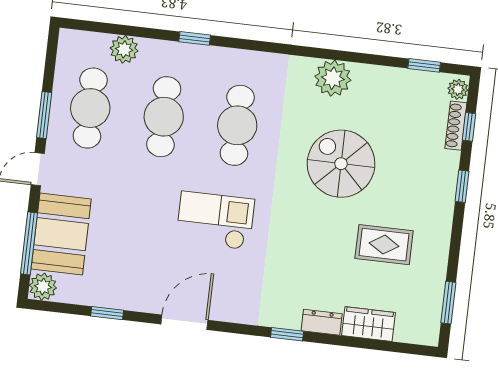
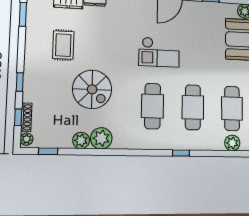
plant: (124, 49) -> (232, 143), moved
plant: (368, 78) -> (81, 140), added
rug: (384, 245) -> (63, 45), turned 90

